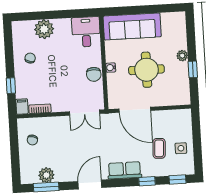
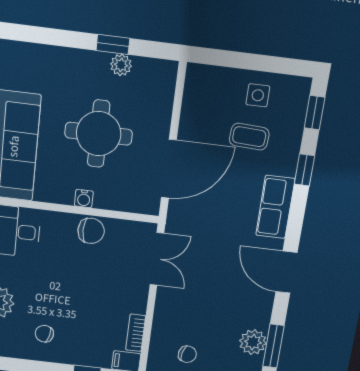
plant: (182, 56) -> (121, 65), moved

